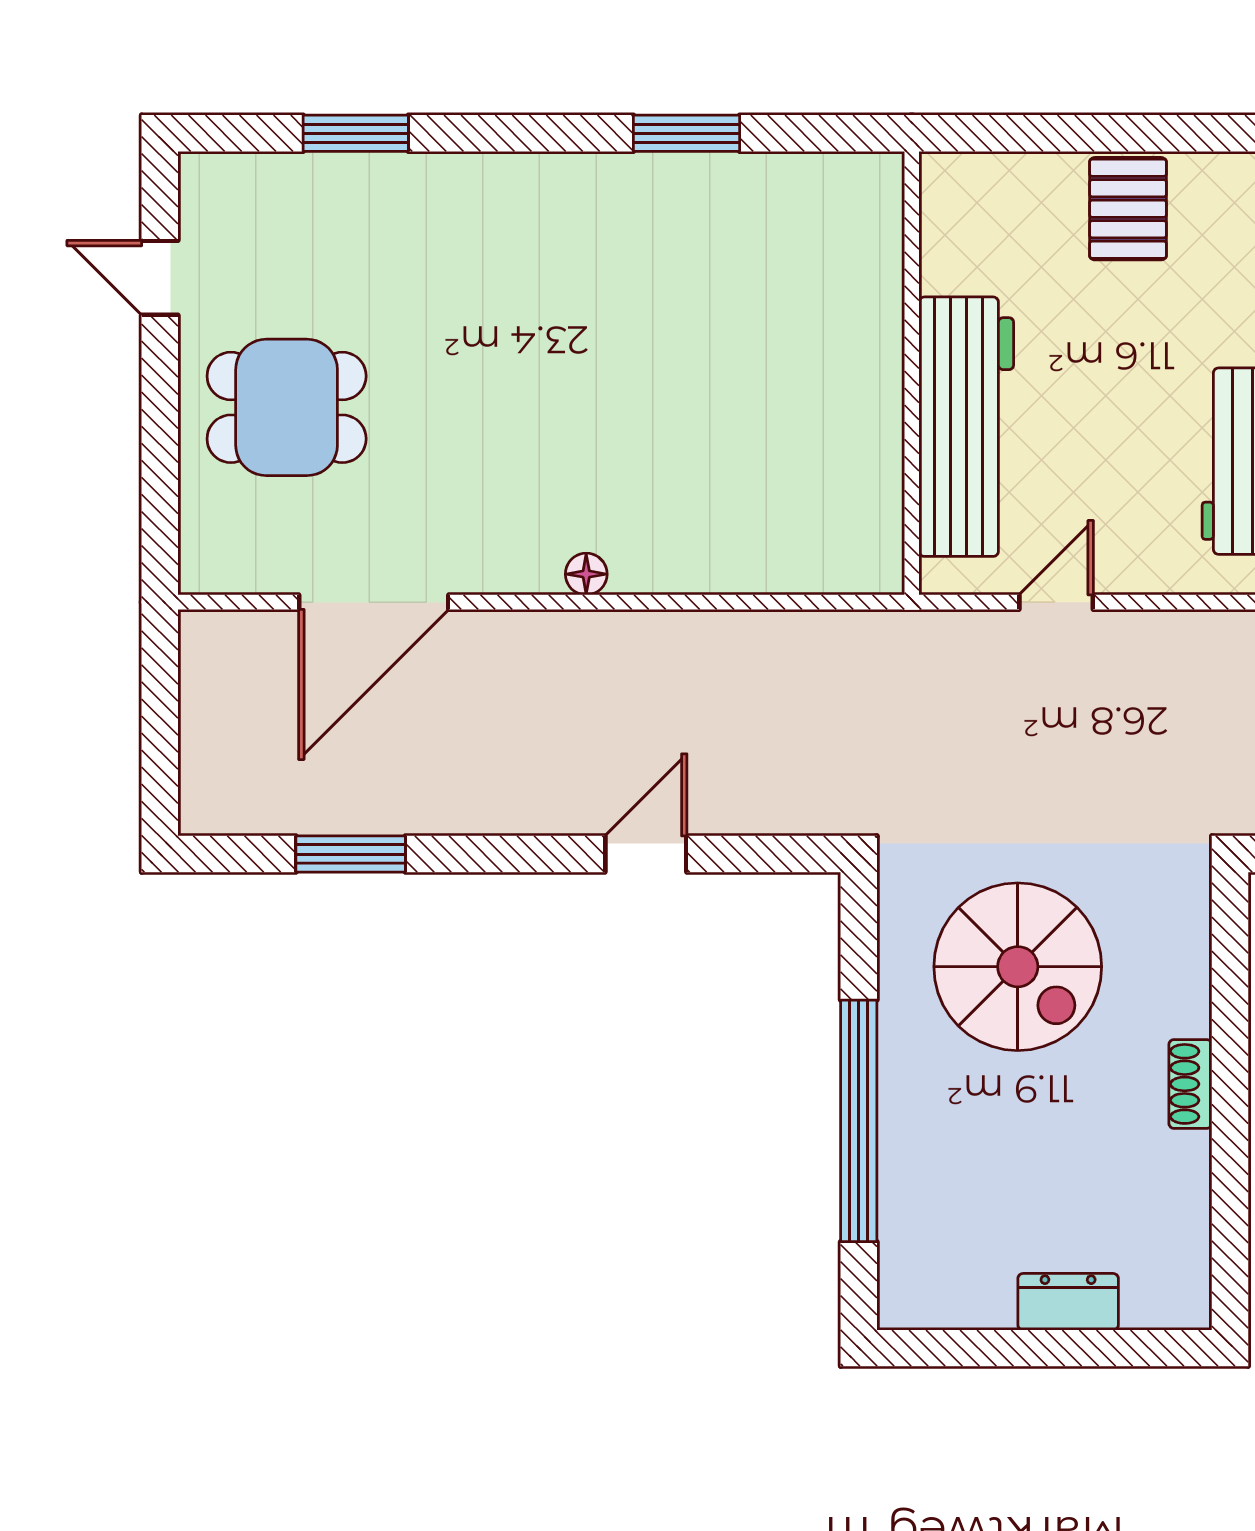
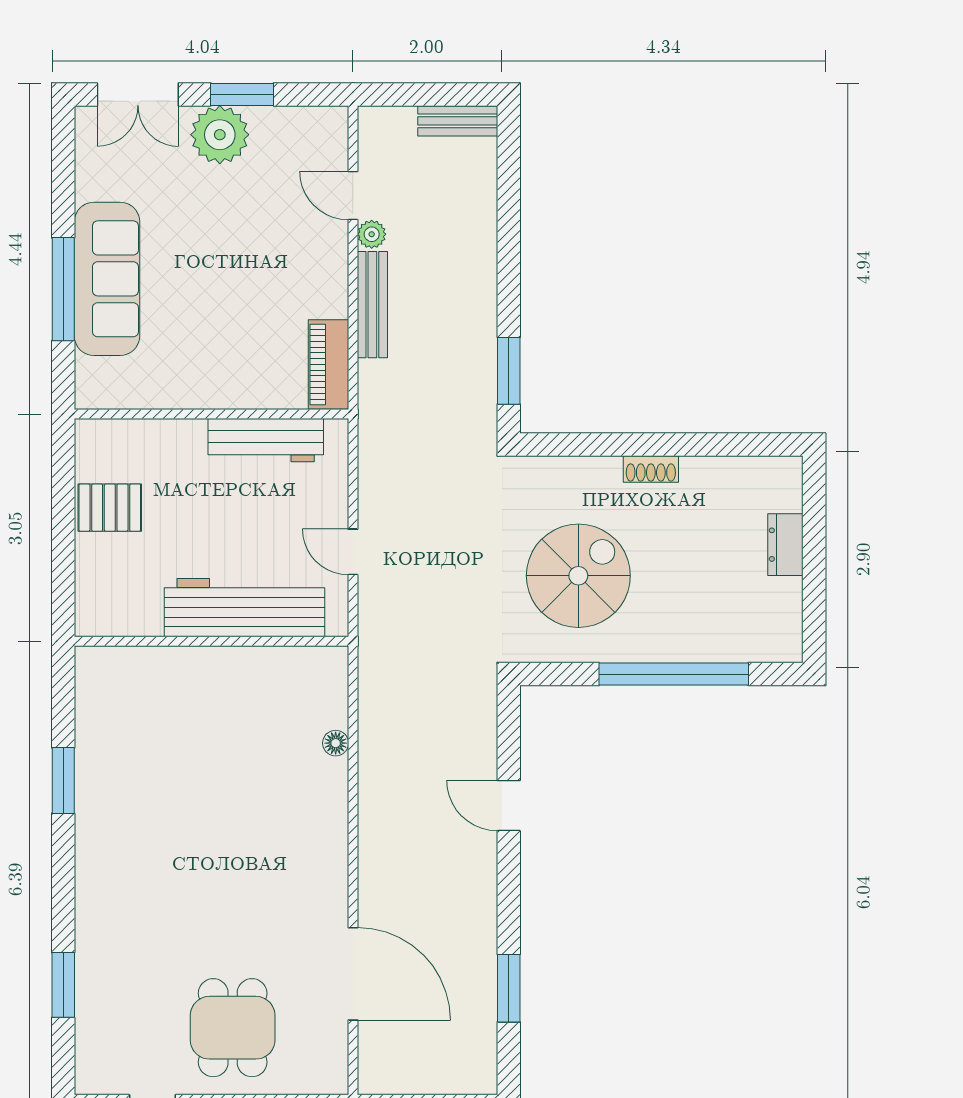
floor lamp: (586, 574) -> (336, 743), moved

